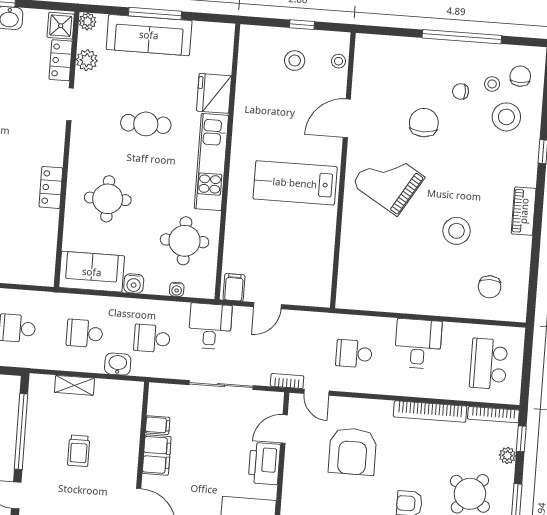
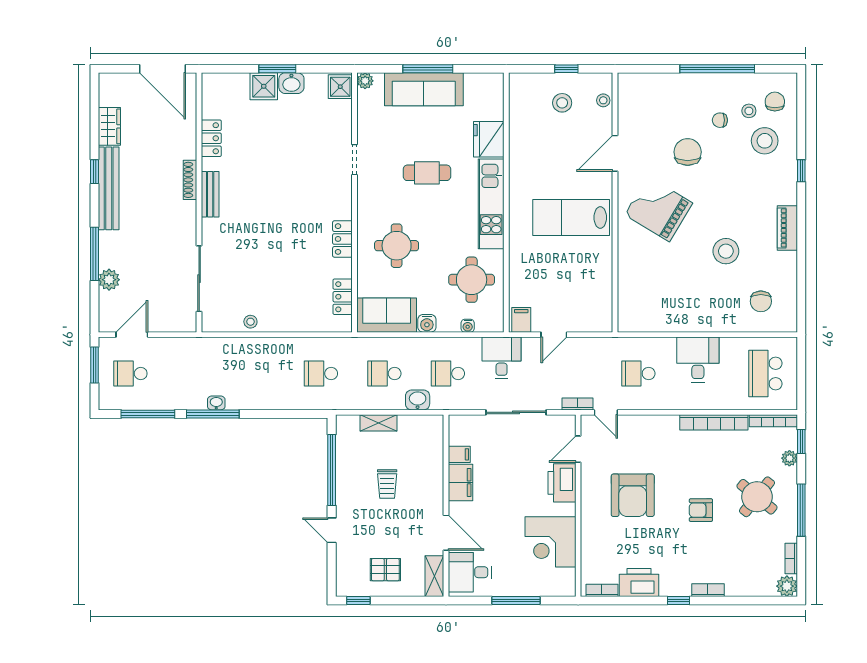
locker: (61, 60) -> (343, 297), moved
plant: (87, 60) -> (367, 117), removed
armchair: (353, 451) -> (633, 495), moved

